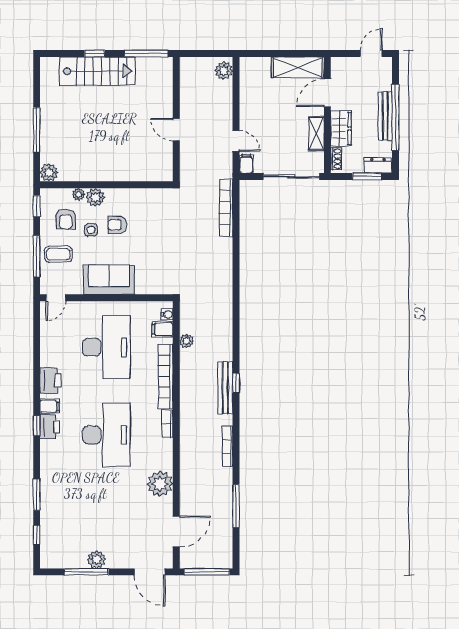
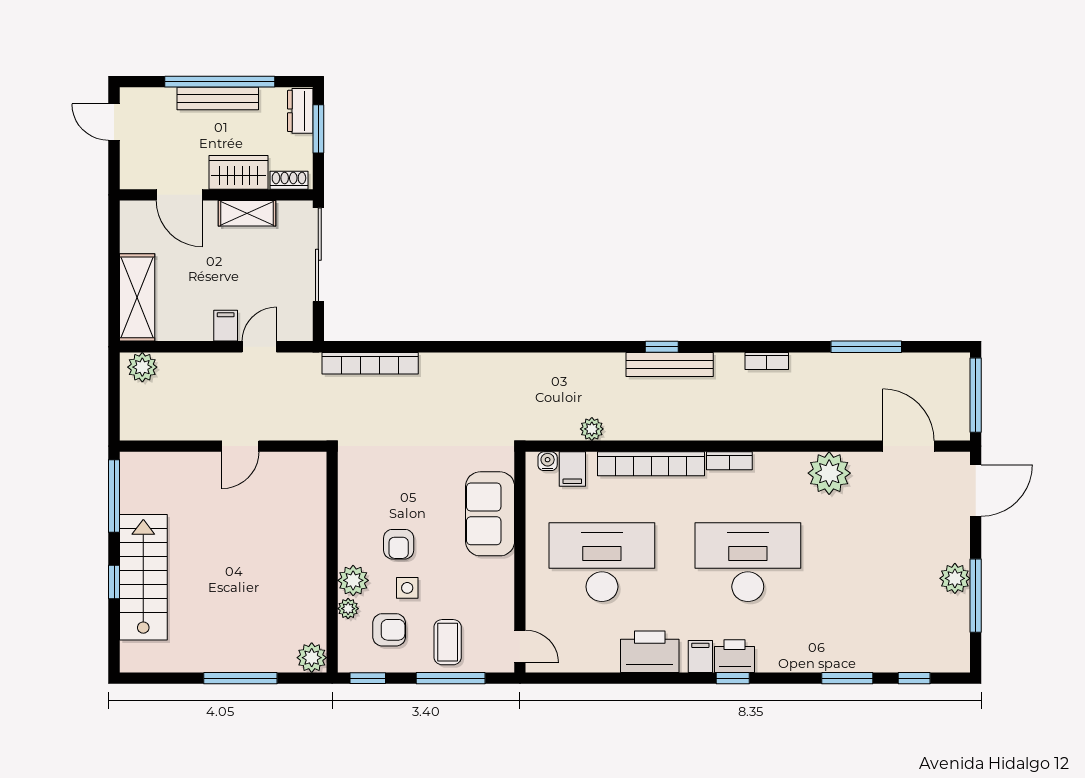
shelving: (298, 67) -> (137, 297), moved
filing cabinet: (246, 164) -> (226, 326), moved, turned 90
sofa: (109, 280) -> (490, 514), moved
printer: (51, 381) -> (650, 652), width x1.37, depth x1.19
bookcase: (227, 446) -> (767, 361), width x0.64

